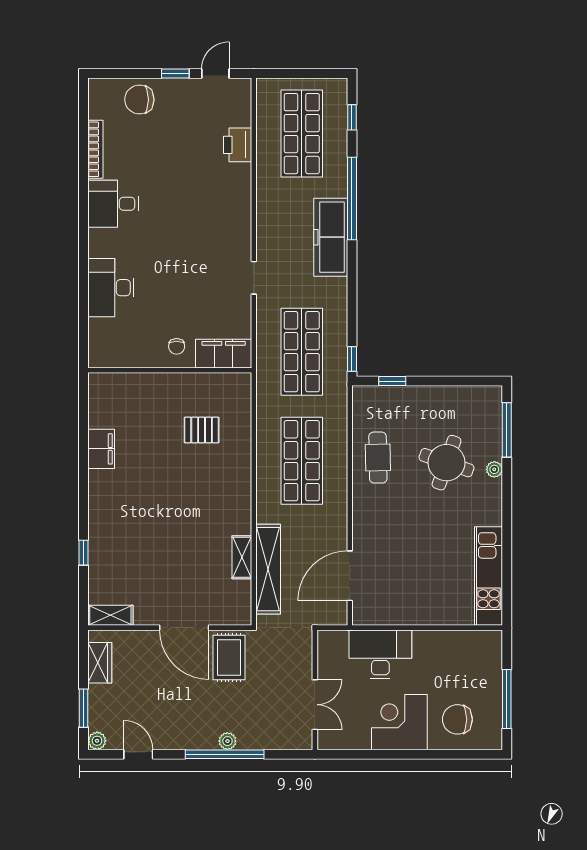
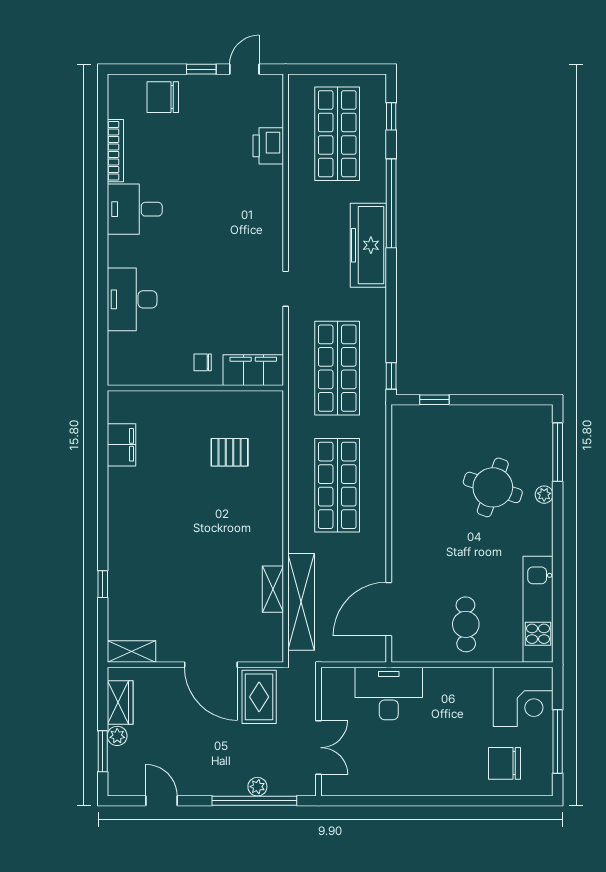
chair: (177, 346) -> (203, 362), turned 90
filing cabinet: (101, 449) -> (122, 445), moved
cafe table: (378, 458) -> (466, 624), moved
desk: (380, 654) -> (389, 693), moved
wall: (315, 690) -> (318, 732), moved
double door: (315, 705) -> (318, 748), moved
corner desk: (399, 722) -> (523, 697), moved, turned 180
plant: (97, 741) -> (117, 736), moved

